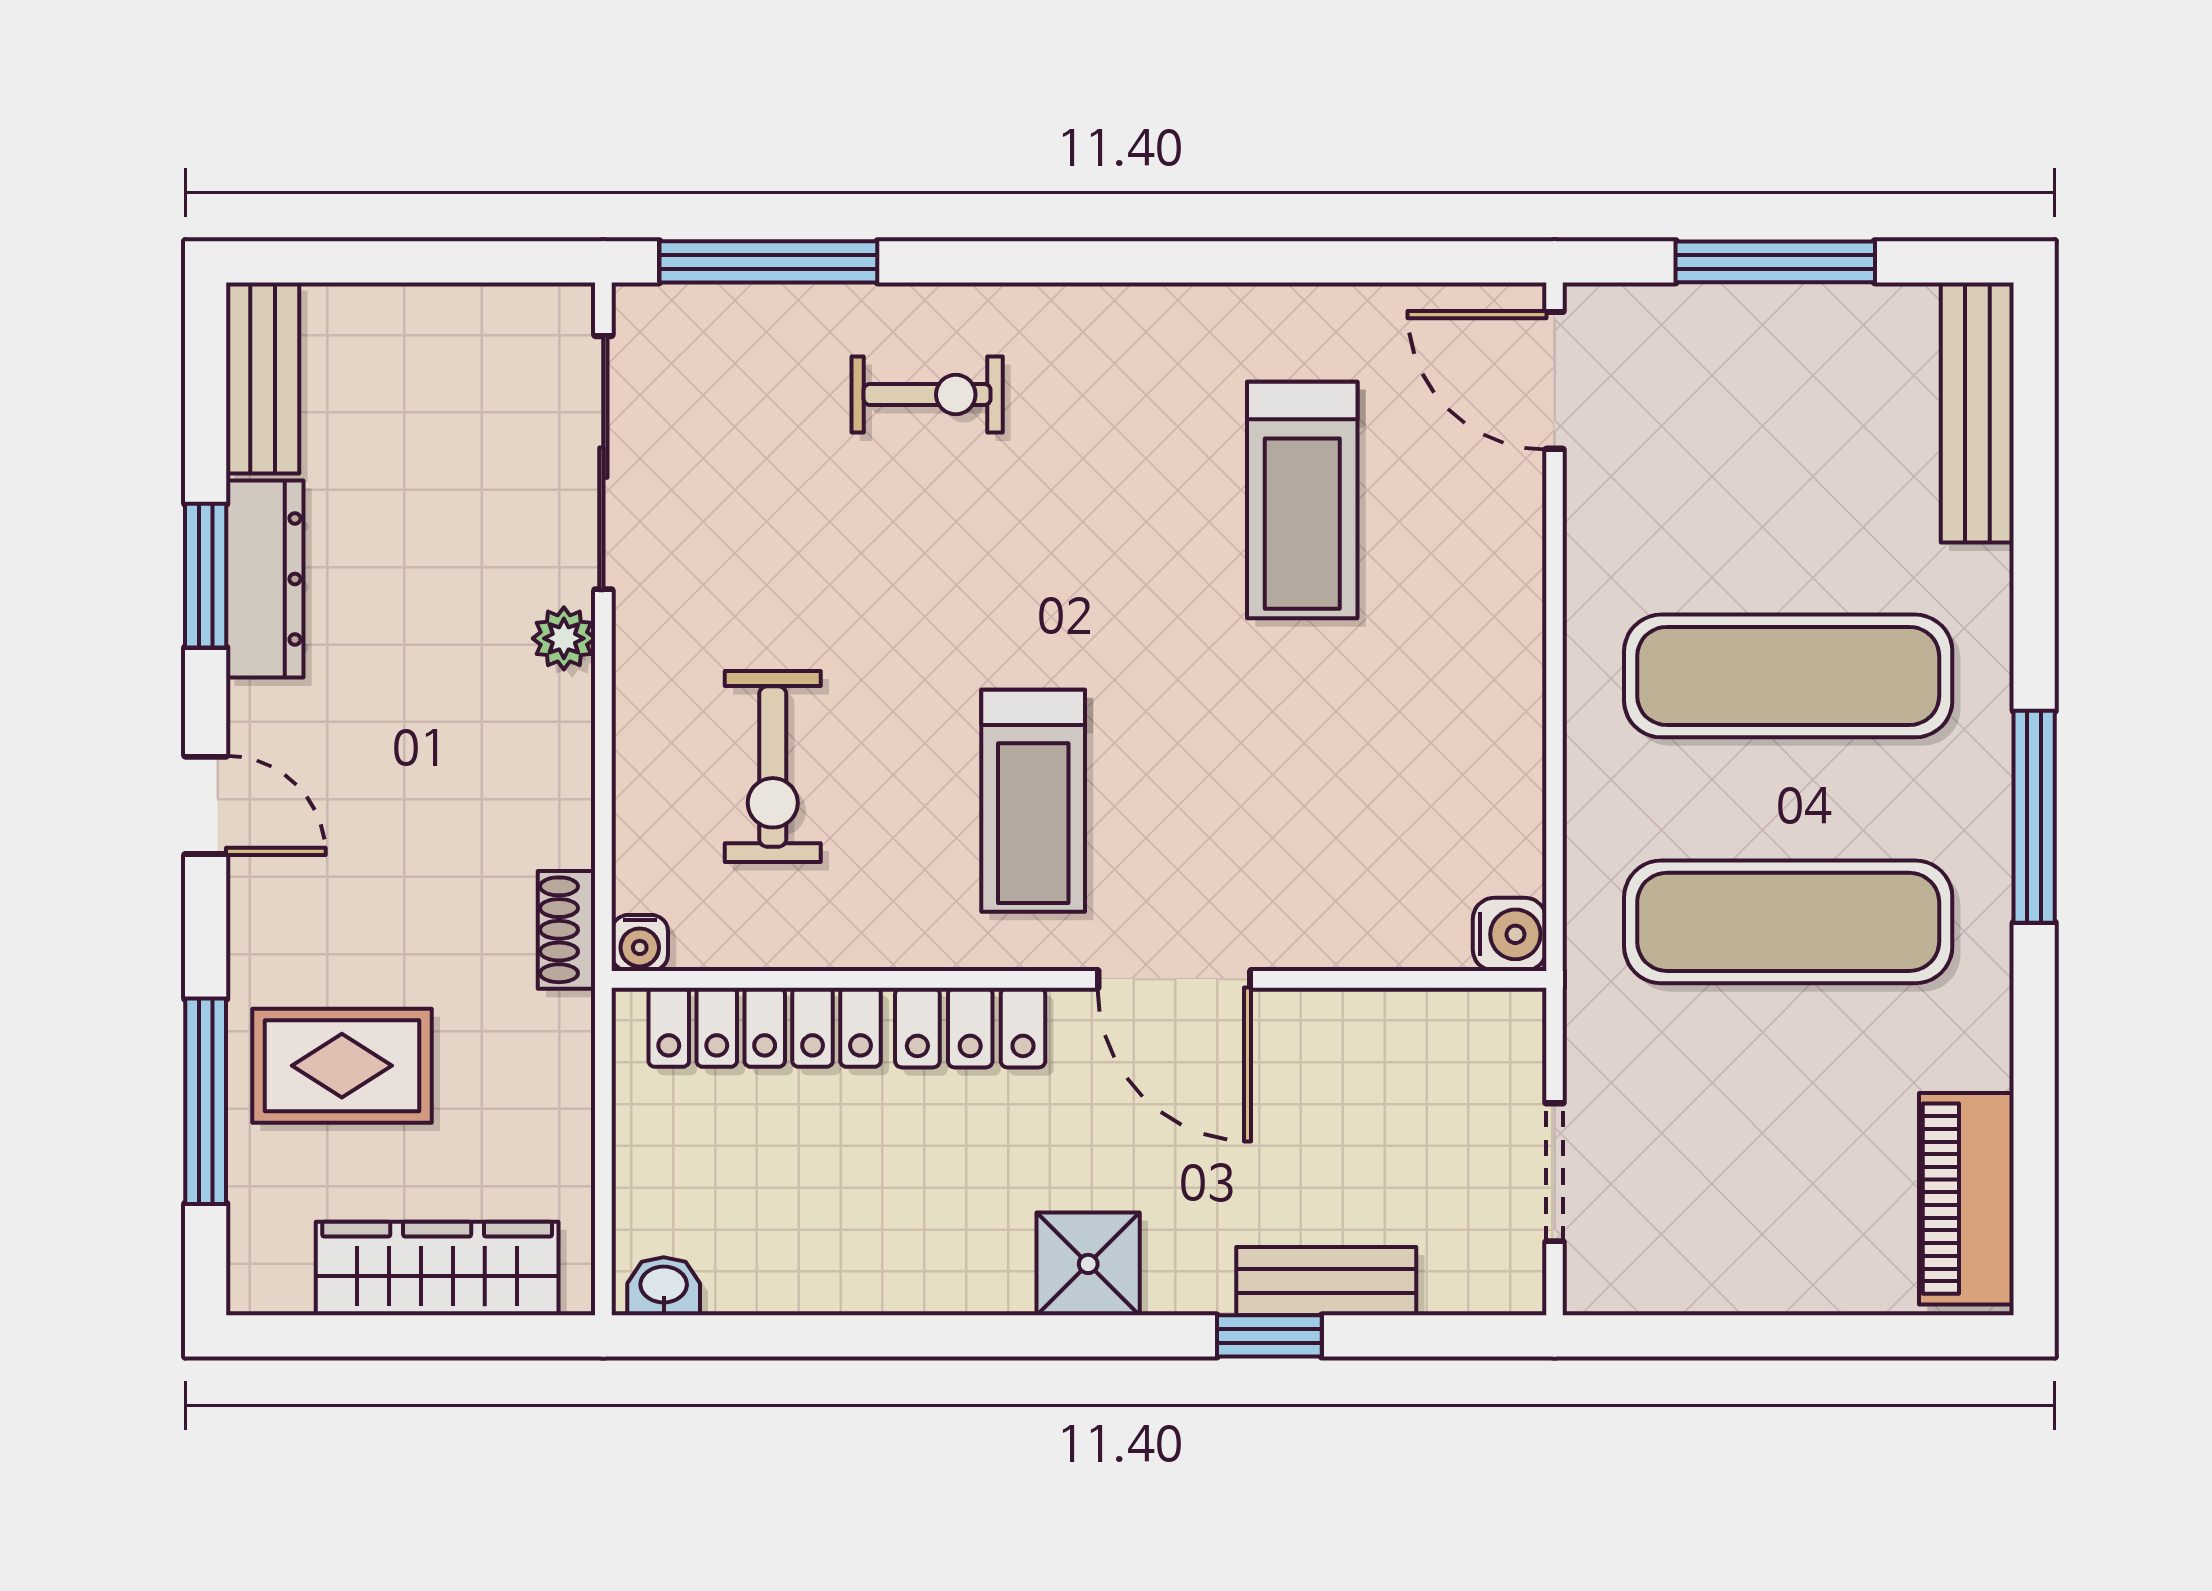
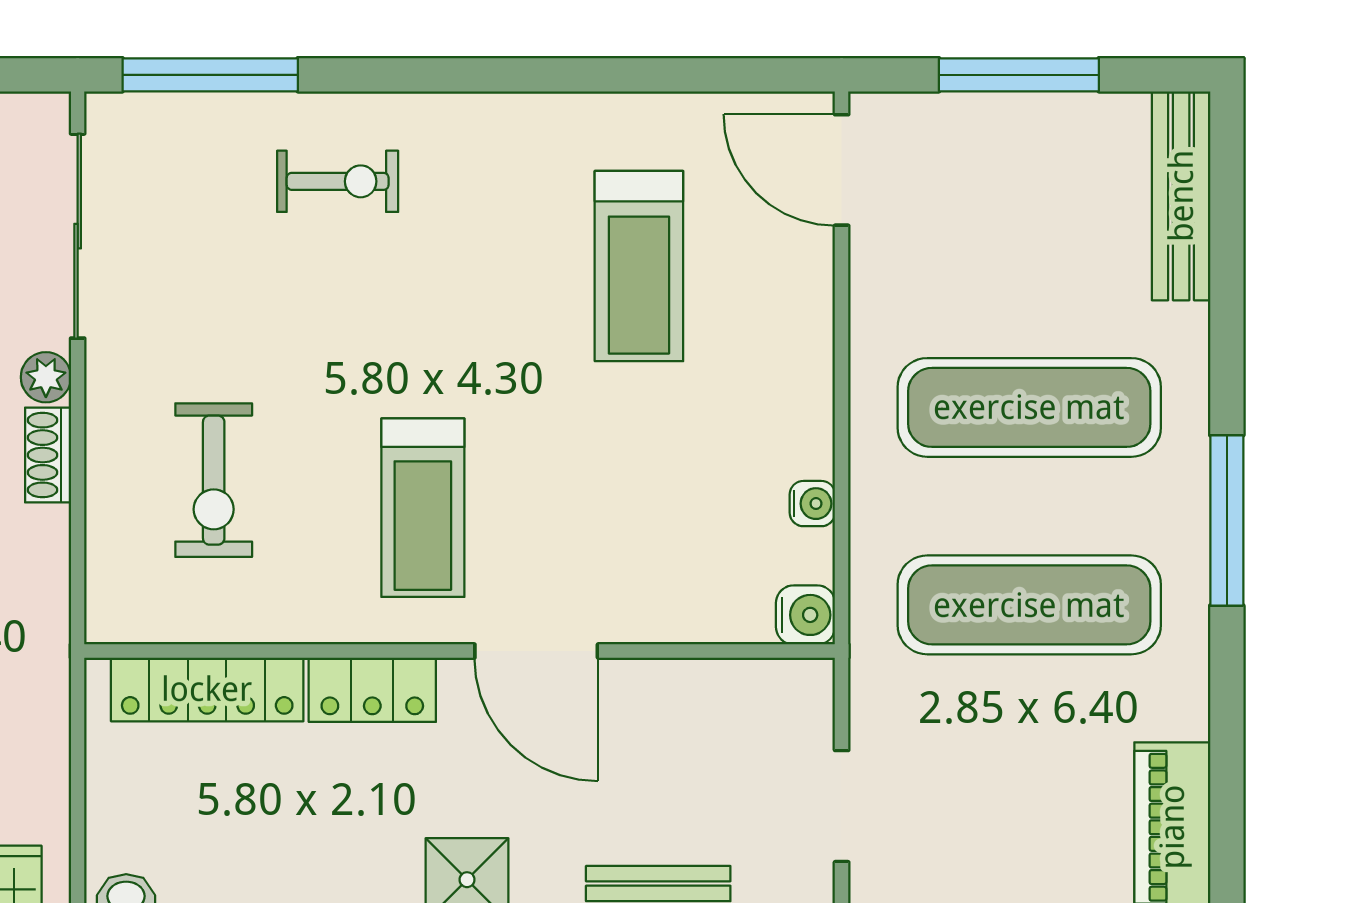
shoe rack: (567, 930) -> (48, 455), moved
water cooler: (640, 943) -> (812, 504), moved, turned -90

